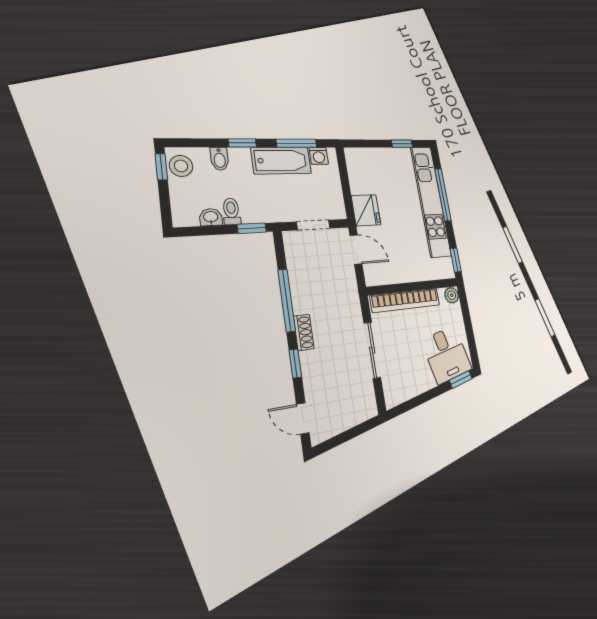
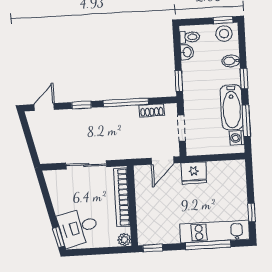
kitchen unit: (431, 201) -> (215, 232), width x0.73
toilet: (231, 211) -> (190, 37), moved
shoe rack: (304, 332) -> (152, 110), moved

